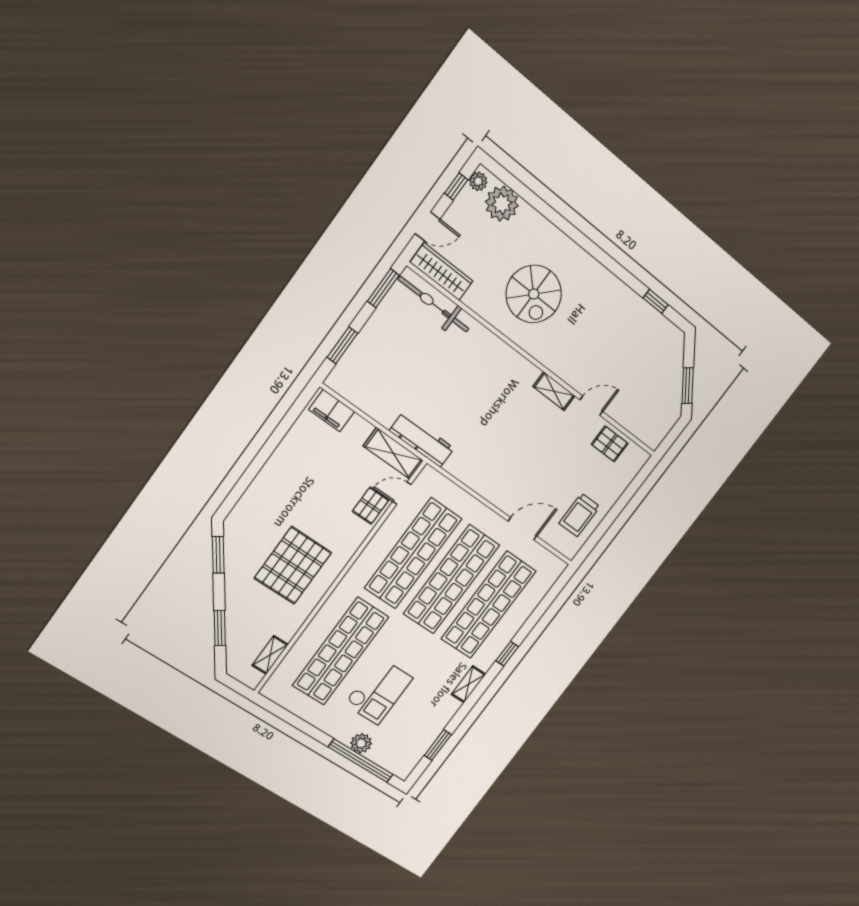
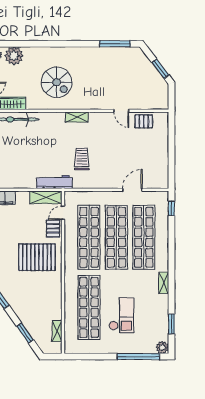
window: (656, 301) -> (115, 44), width x2.17
shelving: (554, 391) -> (77, 117), moved
door: (591, 406) -> (121, 111), swing flipped
trolley: (579, 515) -> (82, 159), moved, turned 180
pallet: (293, 565) -> (37, 257), moved, turned 90
window: (507, 654) -> (171, 208), moved
plant: (361, 743) -> (162, 347), moved

